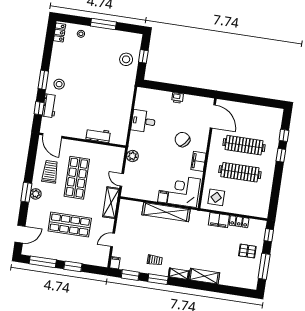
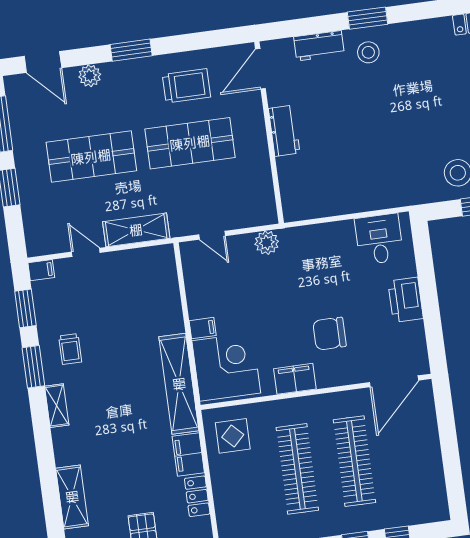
printer: (177, 98) -> (406, 300), width x1.87, depth x1.48
window: (39, 108) -> (308, 26), removed
desk: (143, 121) -> (379, 239), moved
workbench: (98, 135) -> (284, 131), moved
chair: (182, 139) -> (330, 334), turned -131
door: (122, 180) -> (212, 235), swing flipped
plant: (36, 194) -> (90, 76), moved
shelving: (111, 203) -> (136, 230), moved
shelving: (166, 212) -> (179, 384), moved
shop shelf: (70, 225) -> (91, 157), turned 90
shelving: (204, 276) -> (72, 497), moved

